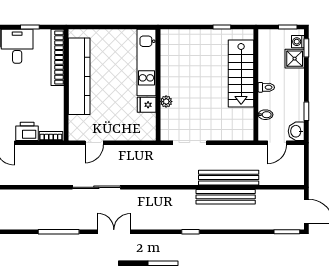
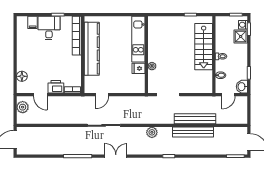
plant: (166, 197) -> (152, 132), added

